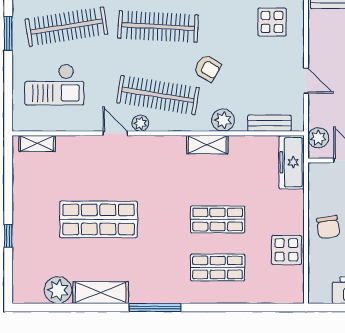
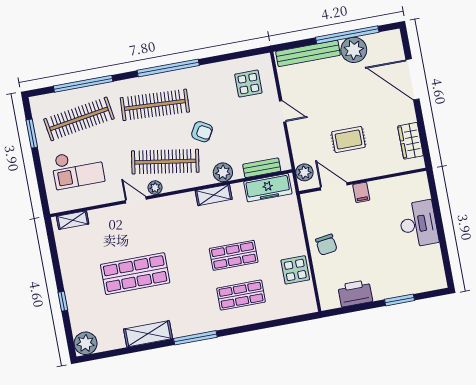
door: (306, 81) -> (283, 111), moved
freezer: (292, 162) -> (268, 188), moved, turned -90
plant: (58, 290) -> (86, 343), moved

